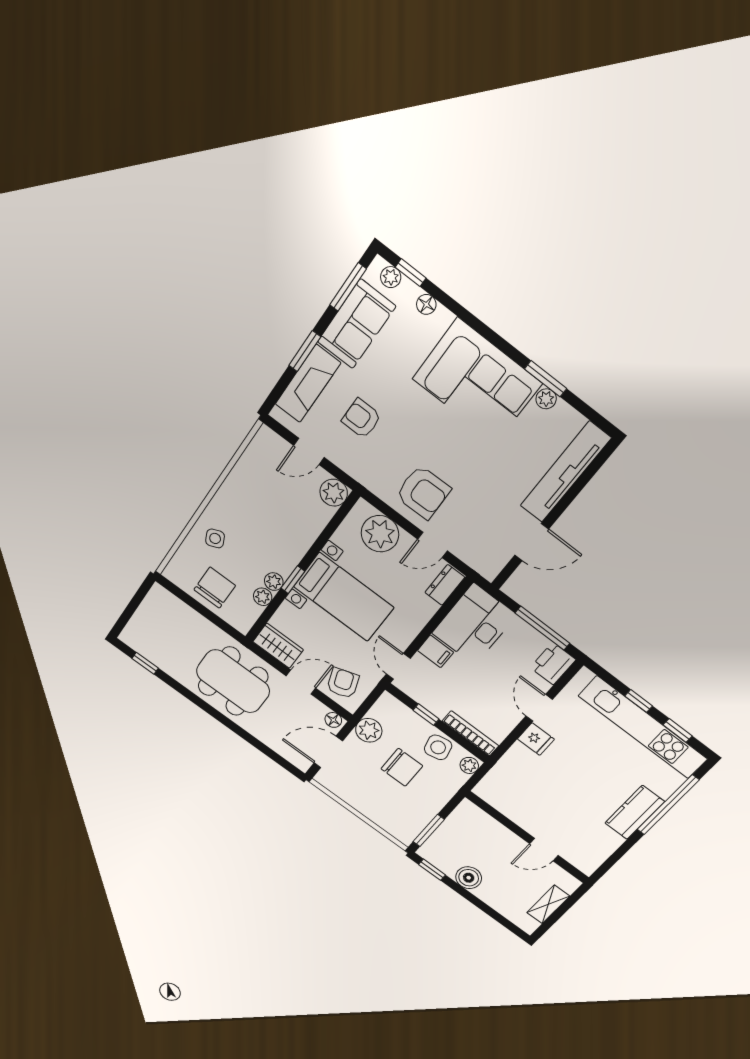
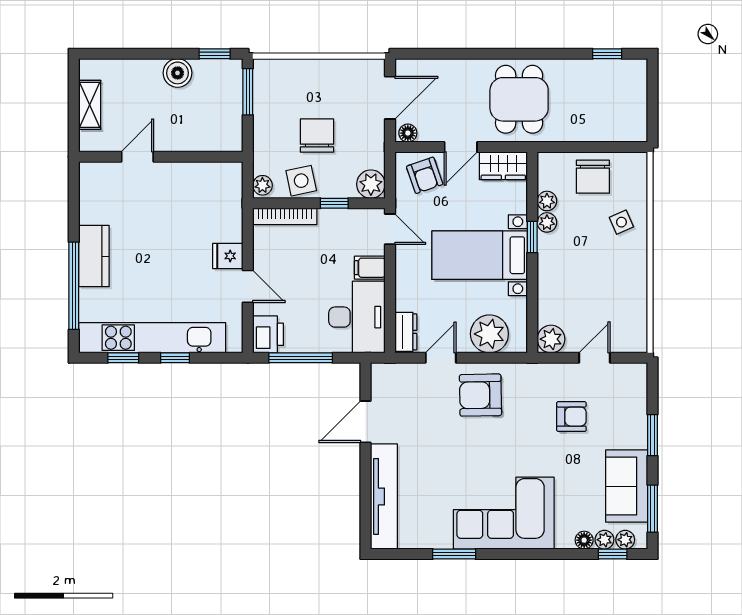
fireplace: (308, 384) -> (633, 412), removed
plant: (546, 399) -> (604, 540), moved
dining table: (233, 681) -> (519, 99), width x0.73
plant: (369, 730) -> (371, 184), moved
chair: (402, 767) -> (317, 136), turned 90

